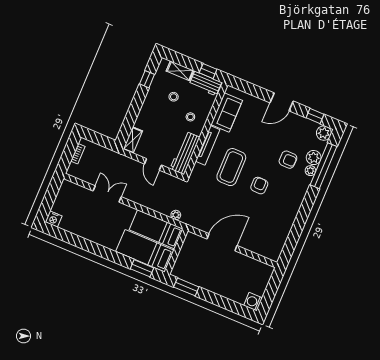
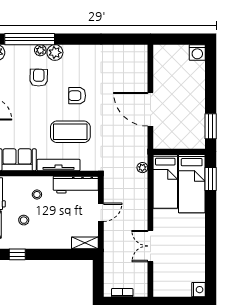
plant: (314, 158) -> (55, 53), moved

